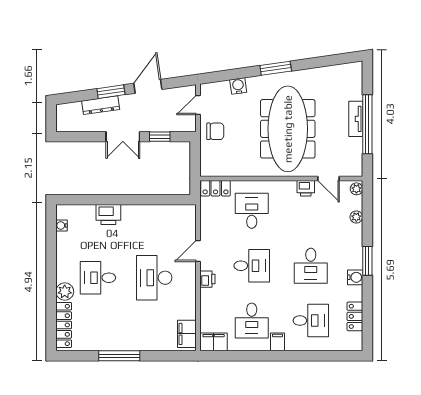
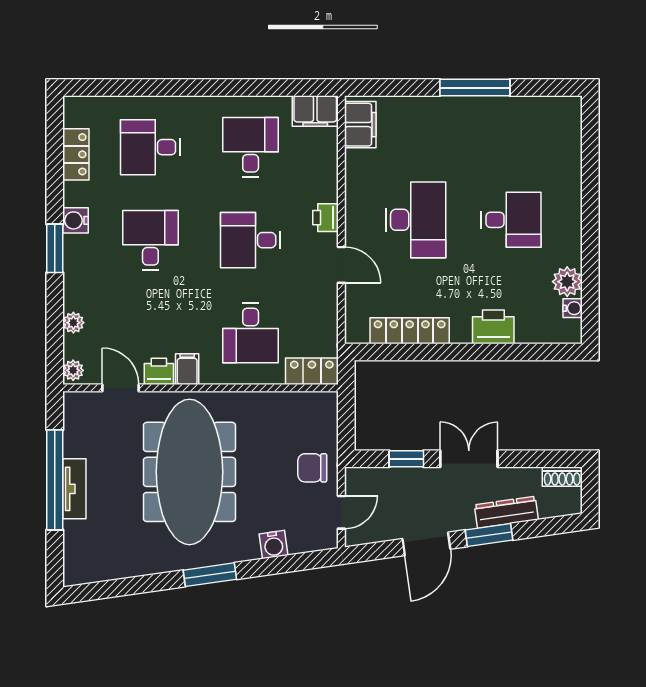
shoe rack: (68, 126) -> (562, 477), added
door: (198, 251) -> (341, 265), hinge flipped
plant: (65, 292) -> (567, 282), moved
locker: (64, 325) -> (410, 331), moved, turned 90
filing cabinet: (278, 342) -> (187, 369), moved, turned 180

